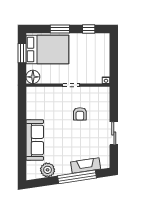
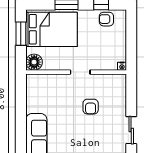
armchair: (93, 41) -> (106, 19), added

